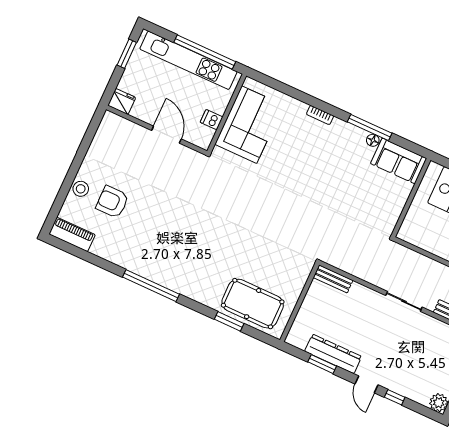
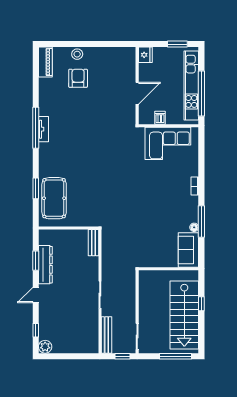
tv unit: (157, 277) -> (43, 129), added
window: (395, 397) -> (36, 330), moved

